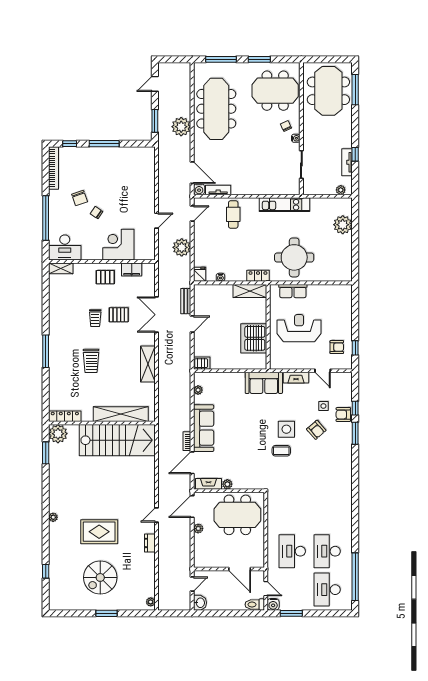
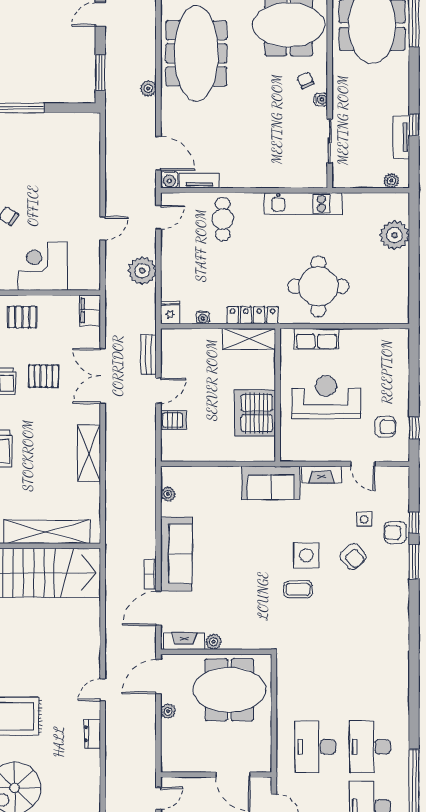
plant: (181, 127) -> (148, 88), width x0.53, depth x0.53
filing cabinet: (132, 270) -> (90, 311), moved, turned 90
locker: (258, 276) -> (253, 315), width x1.53
server rack: (202, 363) -> (174, 420), moved

